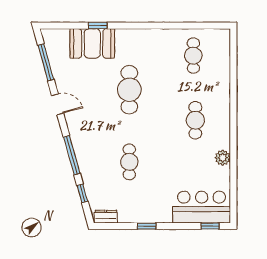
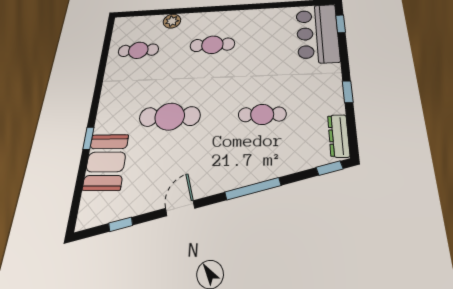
window: (98, 26) -> (88, 138), moved
window: (46, 62) -> (121, 224), width x0.46
plant: (223, 158) -> (172, 21), moved
window: (82, 193) -> (330, 168), moved
dresser: (106, 217) -> (339, 136), width x1.44

